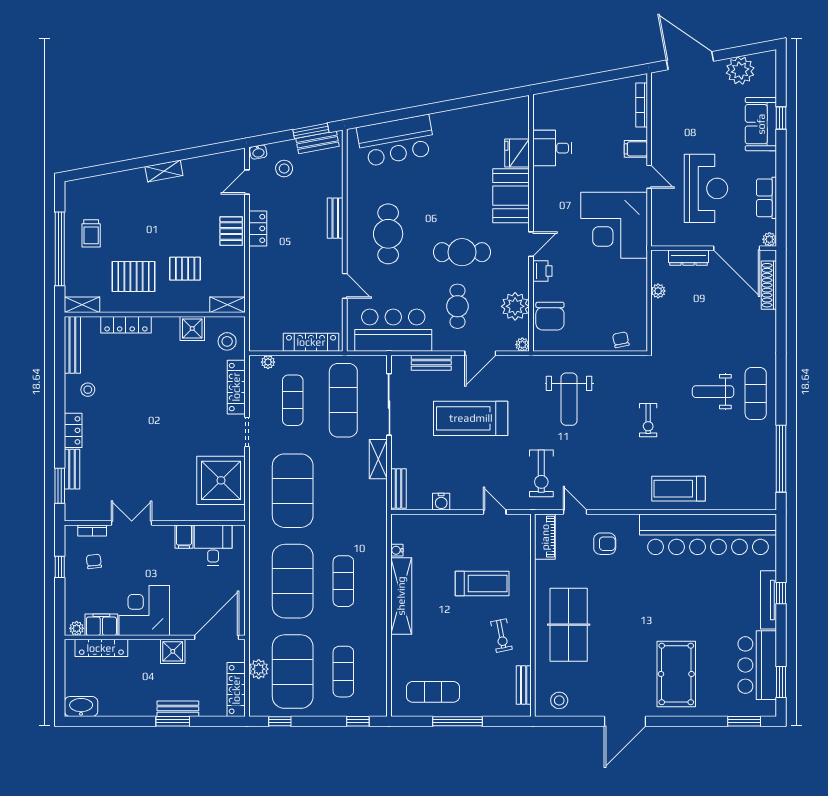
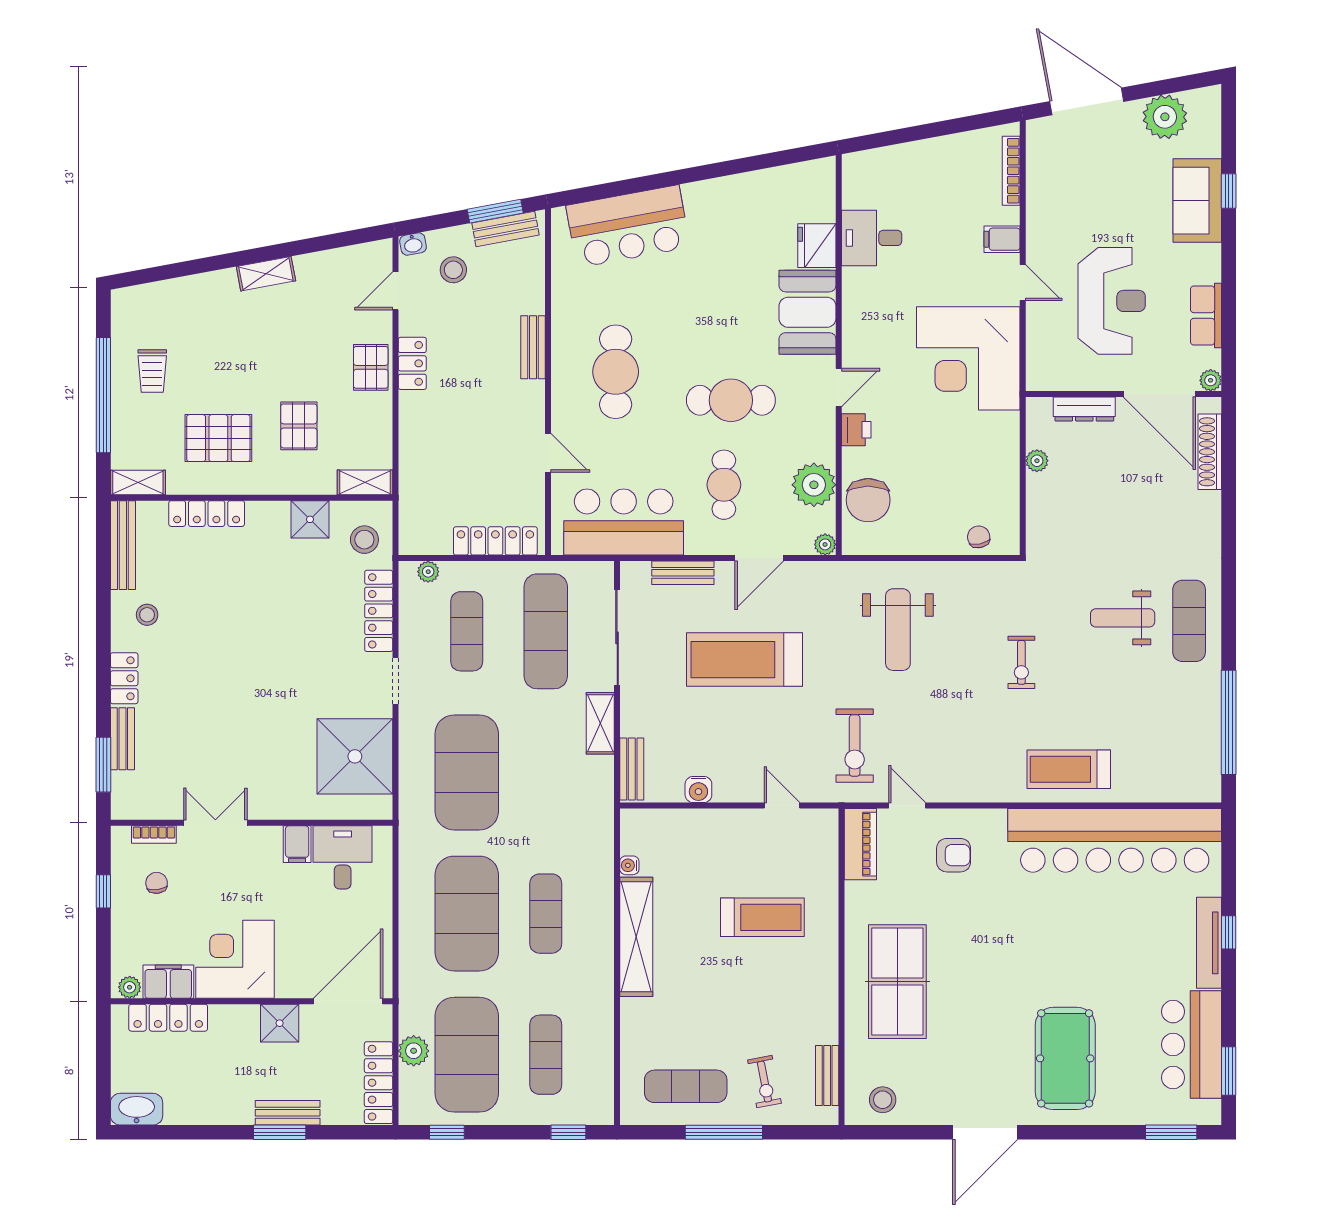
pallet: (185, 269) -> (299, 426), turned 90
exercise bike: (501, 636) -> (764, 1082), moved

